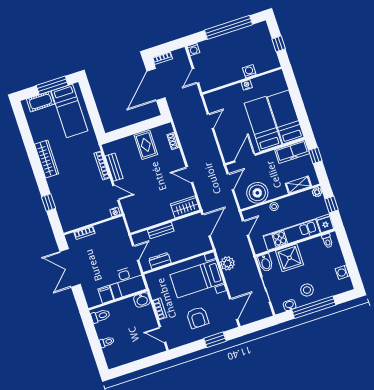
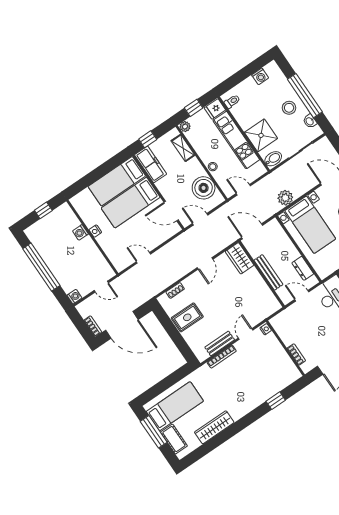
wardrobe: (47, 159) -> (214, 427), moved
bench: (161, 230) -> (268, 272), width x1.36

